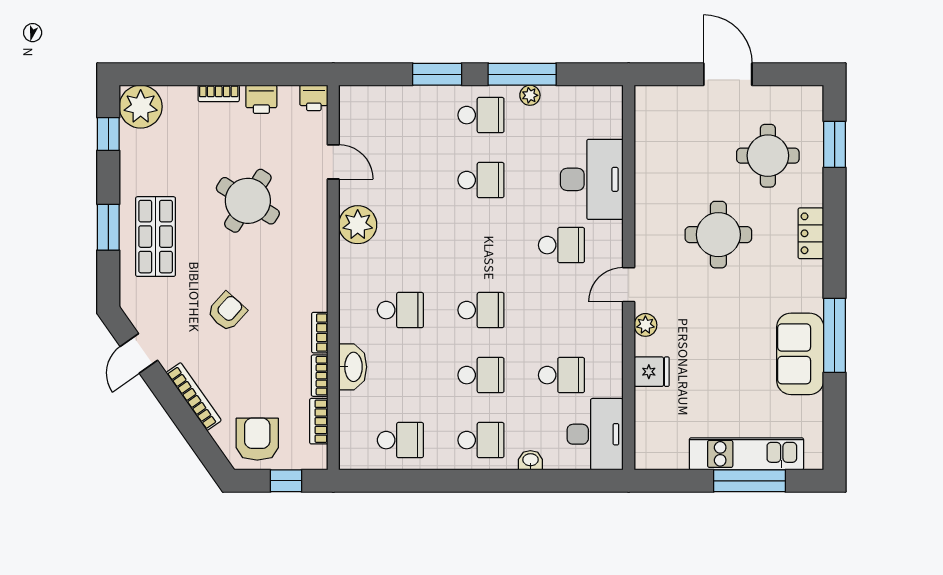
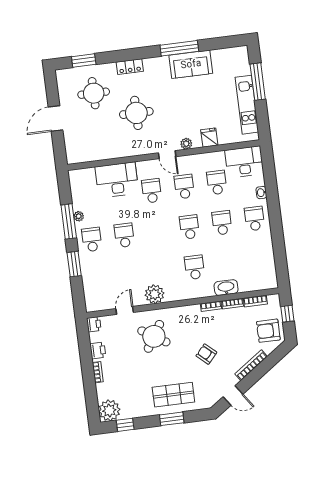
round table: (248, 201) -> (154, 336), moved
school desk: (400, 440) -> (184, 187), moved
kitchen unit: (746, 454) -> (247, 105), moved

